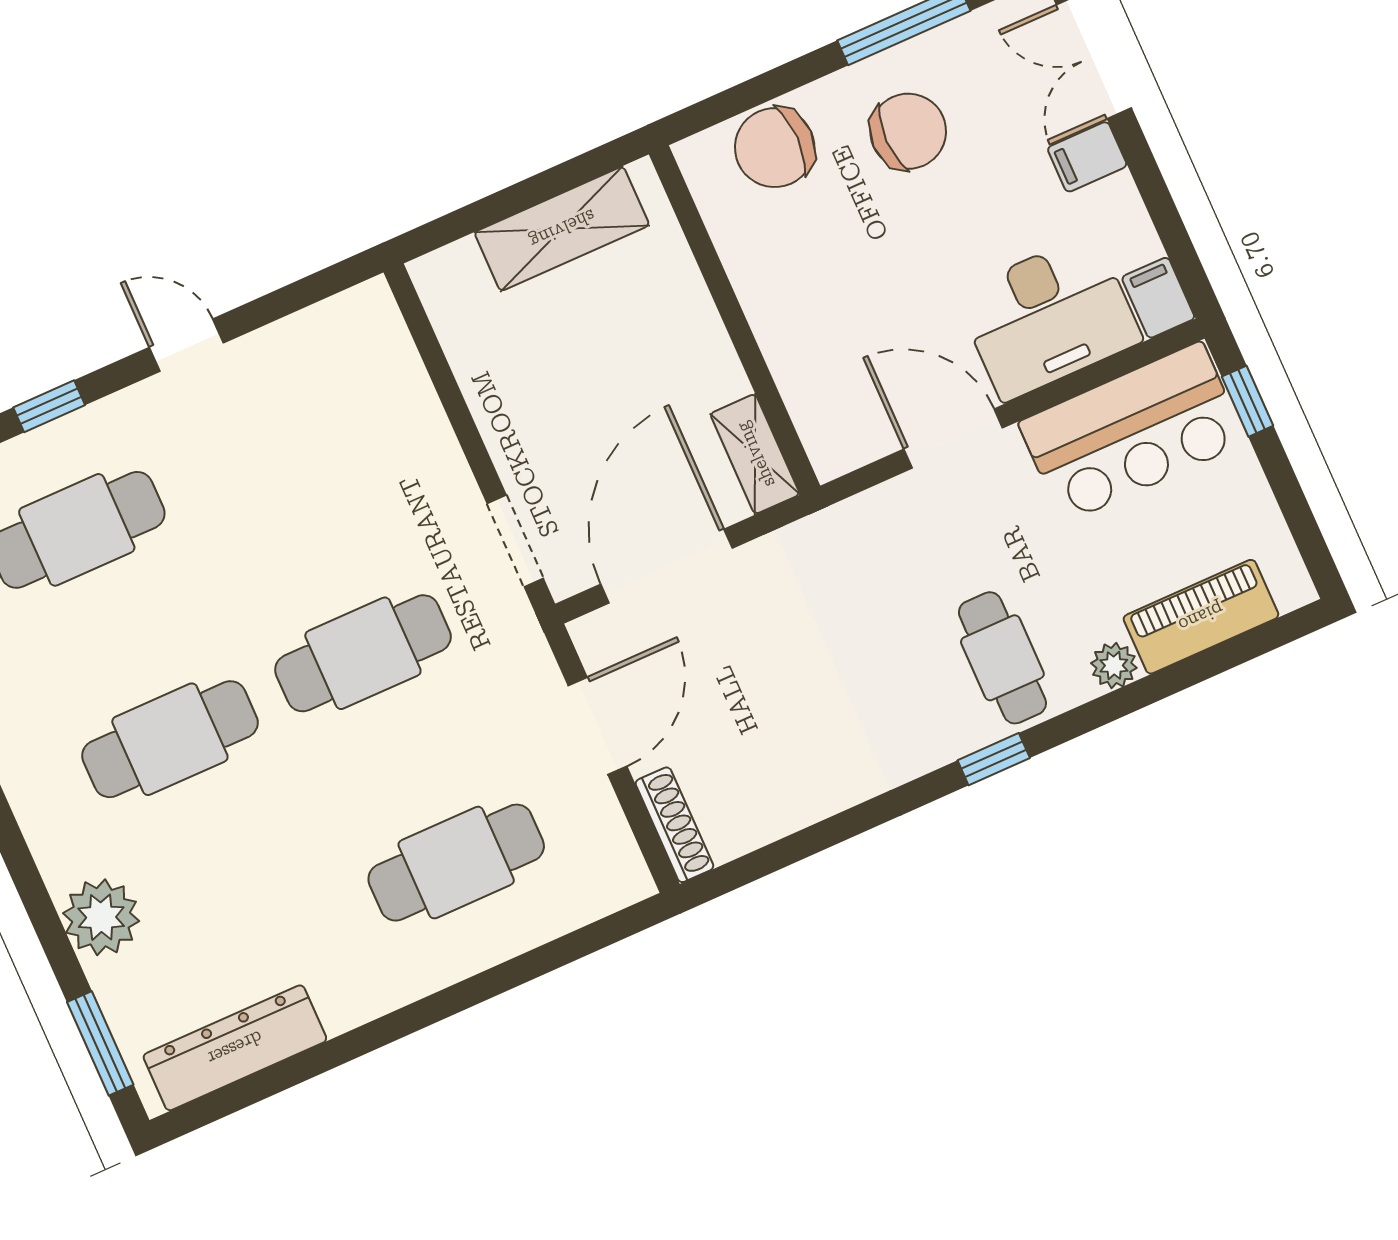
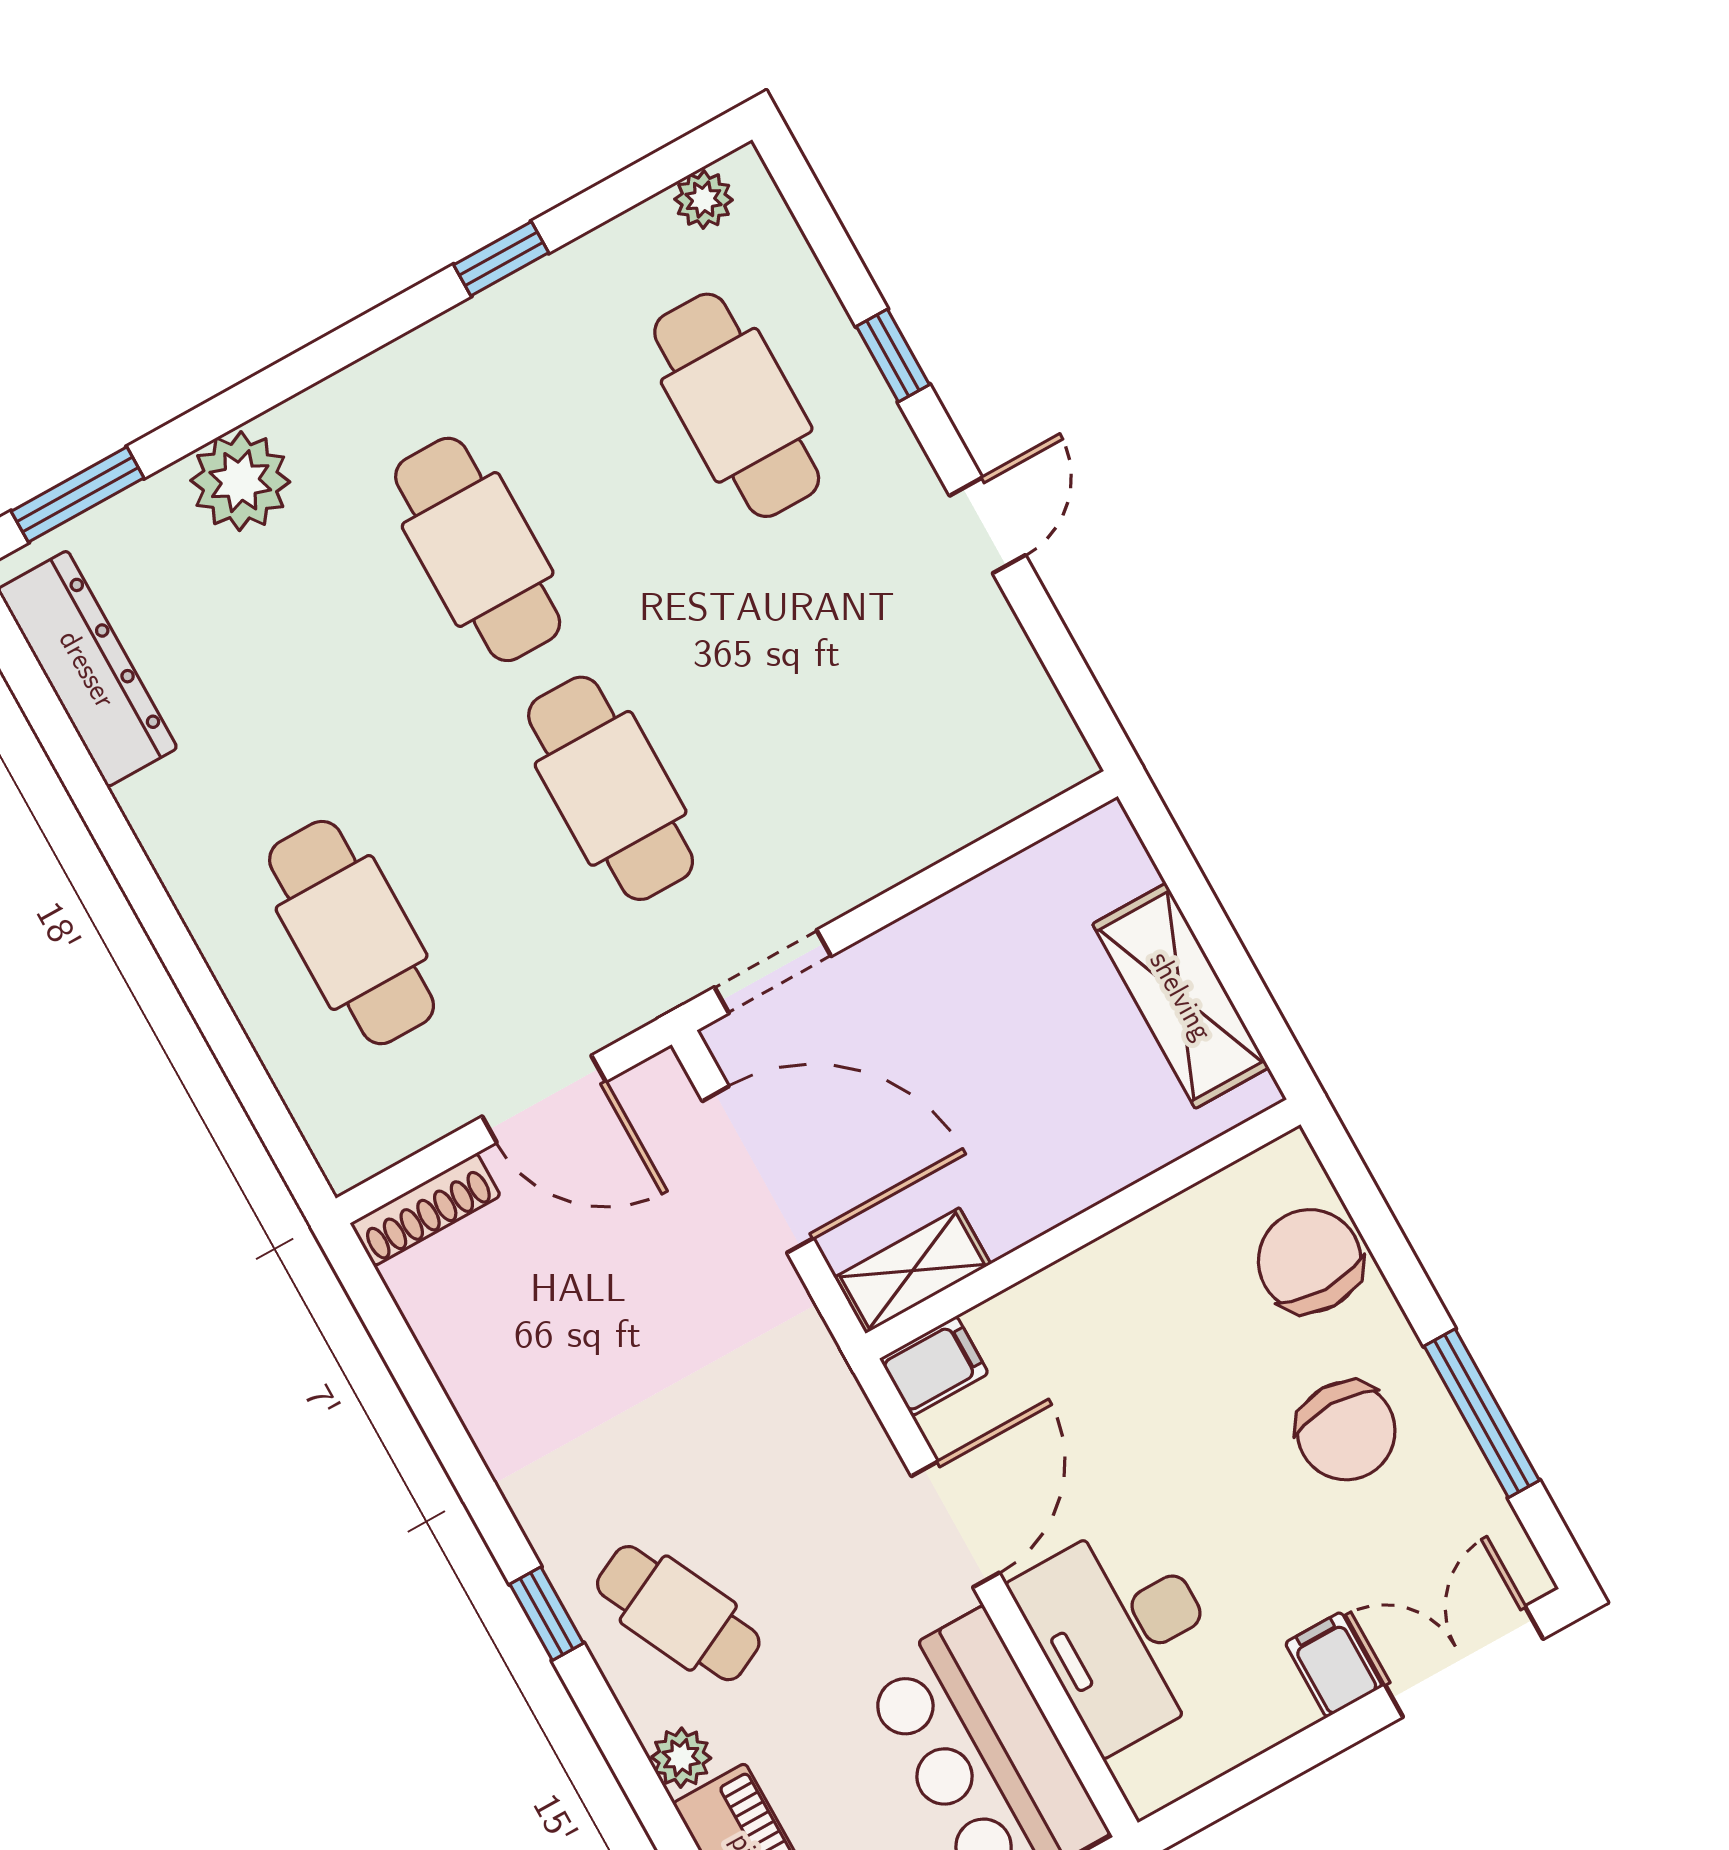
filing cabinet: (1158, 298) -> (934, 1366), moved
cafe table: (1002, 658) -> (678, 1613), turned 64

